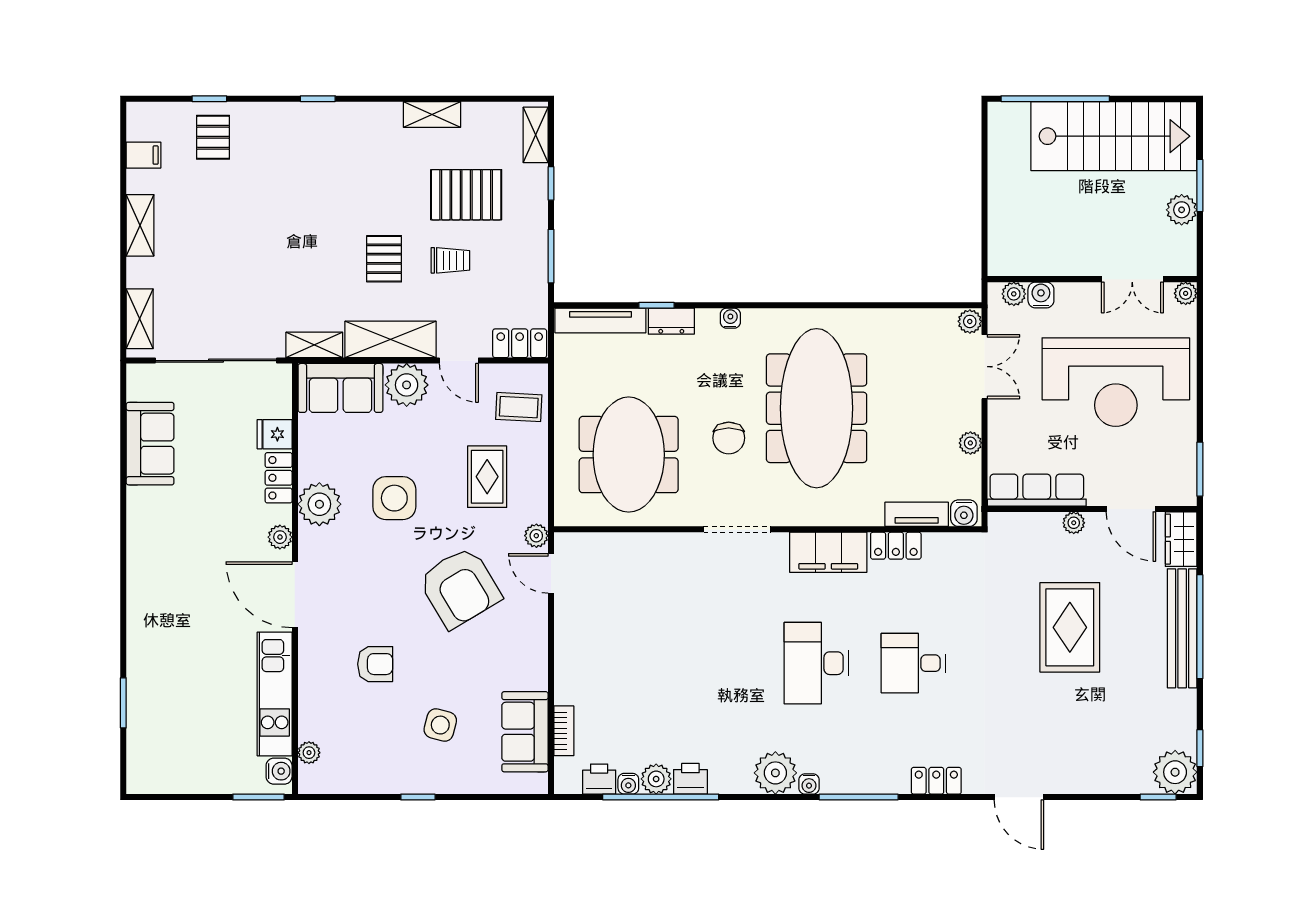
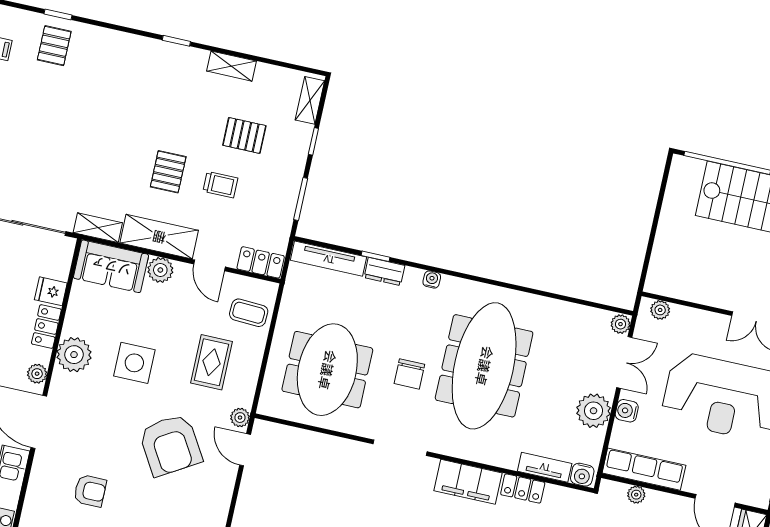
window: (318, 99) -> (176, 41), moved
pallet: (466, 195) -> (244, 135), width x0.67, depth x0.71
water cooler: (1041, 295) -> (627, 411), moved, turned -90
plant: (407, 385) -> (160, 270), width x0.73, depth x0.73
plant: (970, 443) -> (594, 411), width x1.88, depth x1.88
plant: (1074, 523) -> (636, 495), moved

